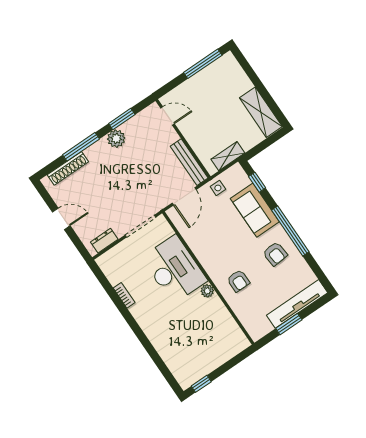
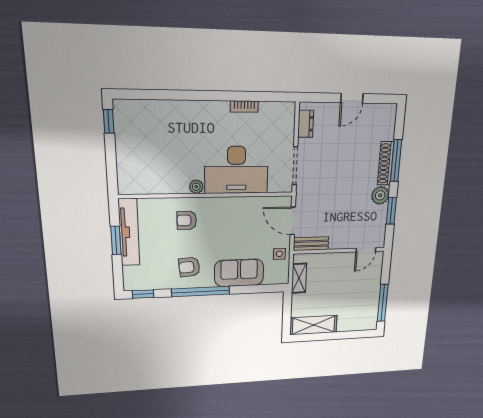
bench: (189, 162) -> (311, 244), width x0.73
shoe rack: (68, 168) -> (386, 163), moved
window: (257, 182) -> (143, 294), moved
tv unit: (297, 304) -> (129, 232), moved

